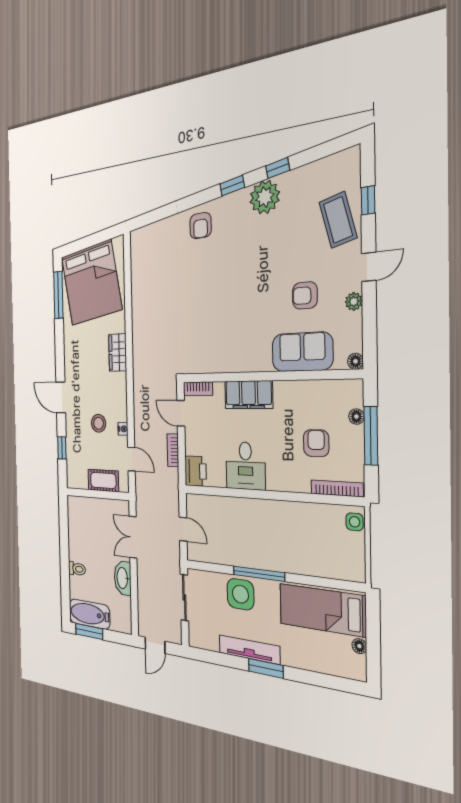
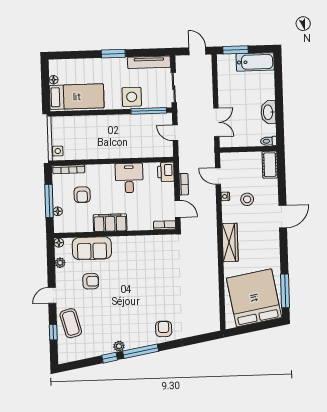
window: (232, 186) -> (141, 351), width x2.17
plant: (265, 197) -> (119, 346), width x0.53, depth x0.53
plant: (354, 301) -> (60, 263), moved
wardrobe: (118, 352) -> (230, 242), width x1.50
filing cabinet: (248, 395) -> (110, 223), moved
door: (61, 398) -> (283, 217), hinge flipped
window: (62, 448) -> (282, 180), removed
cot: (103, 480) -> (270, 165), moved, turned 90
toilet: (77, 569) -> (269, 141), moved
window: (259, 574) -> (149, 111), moved
washbasin: (123, 578) -> (268, 112), moved, turned 180
window: (89, 631) -> (236, 50), moved
door: (155, 645) -> (197, 51), hinge flipped
tv unit: (249, 650) -> (149, 62), moved

